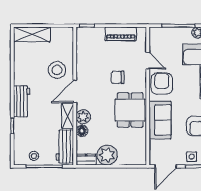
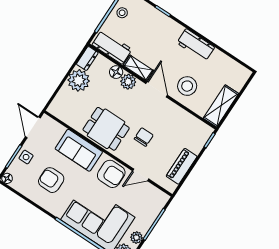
shelving: (32, 34) -> (221, 106), moved
workbench: (22, 101) -> (196, 45), moved

